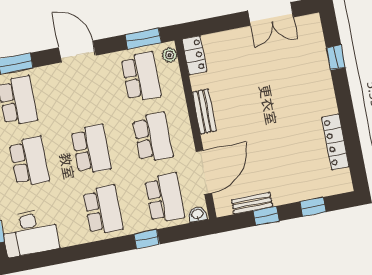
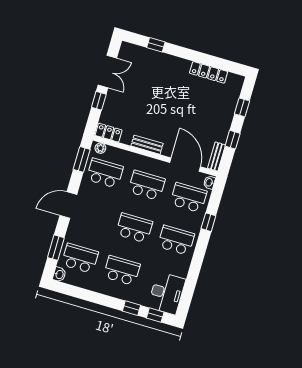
window: (228, 22) -> (99, 101), added
bench: (252, 203) -> (216, 157), moved

